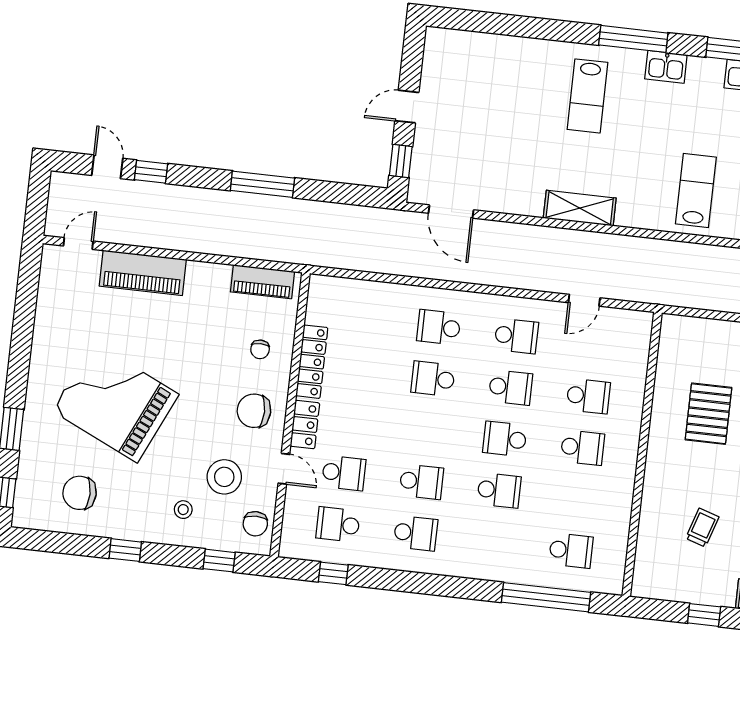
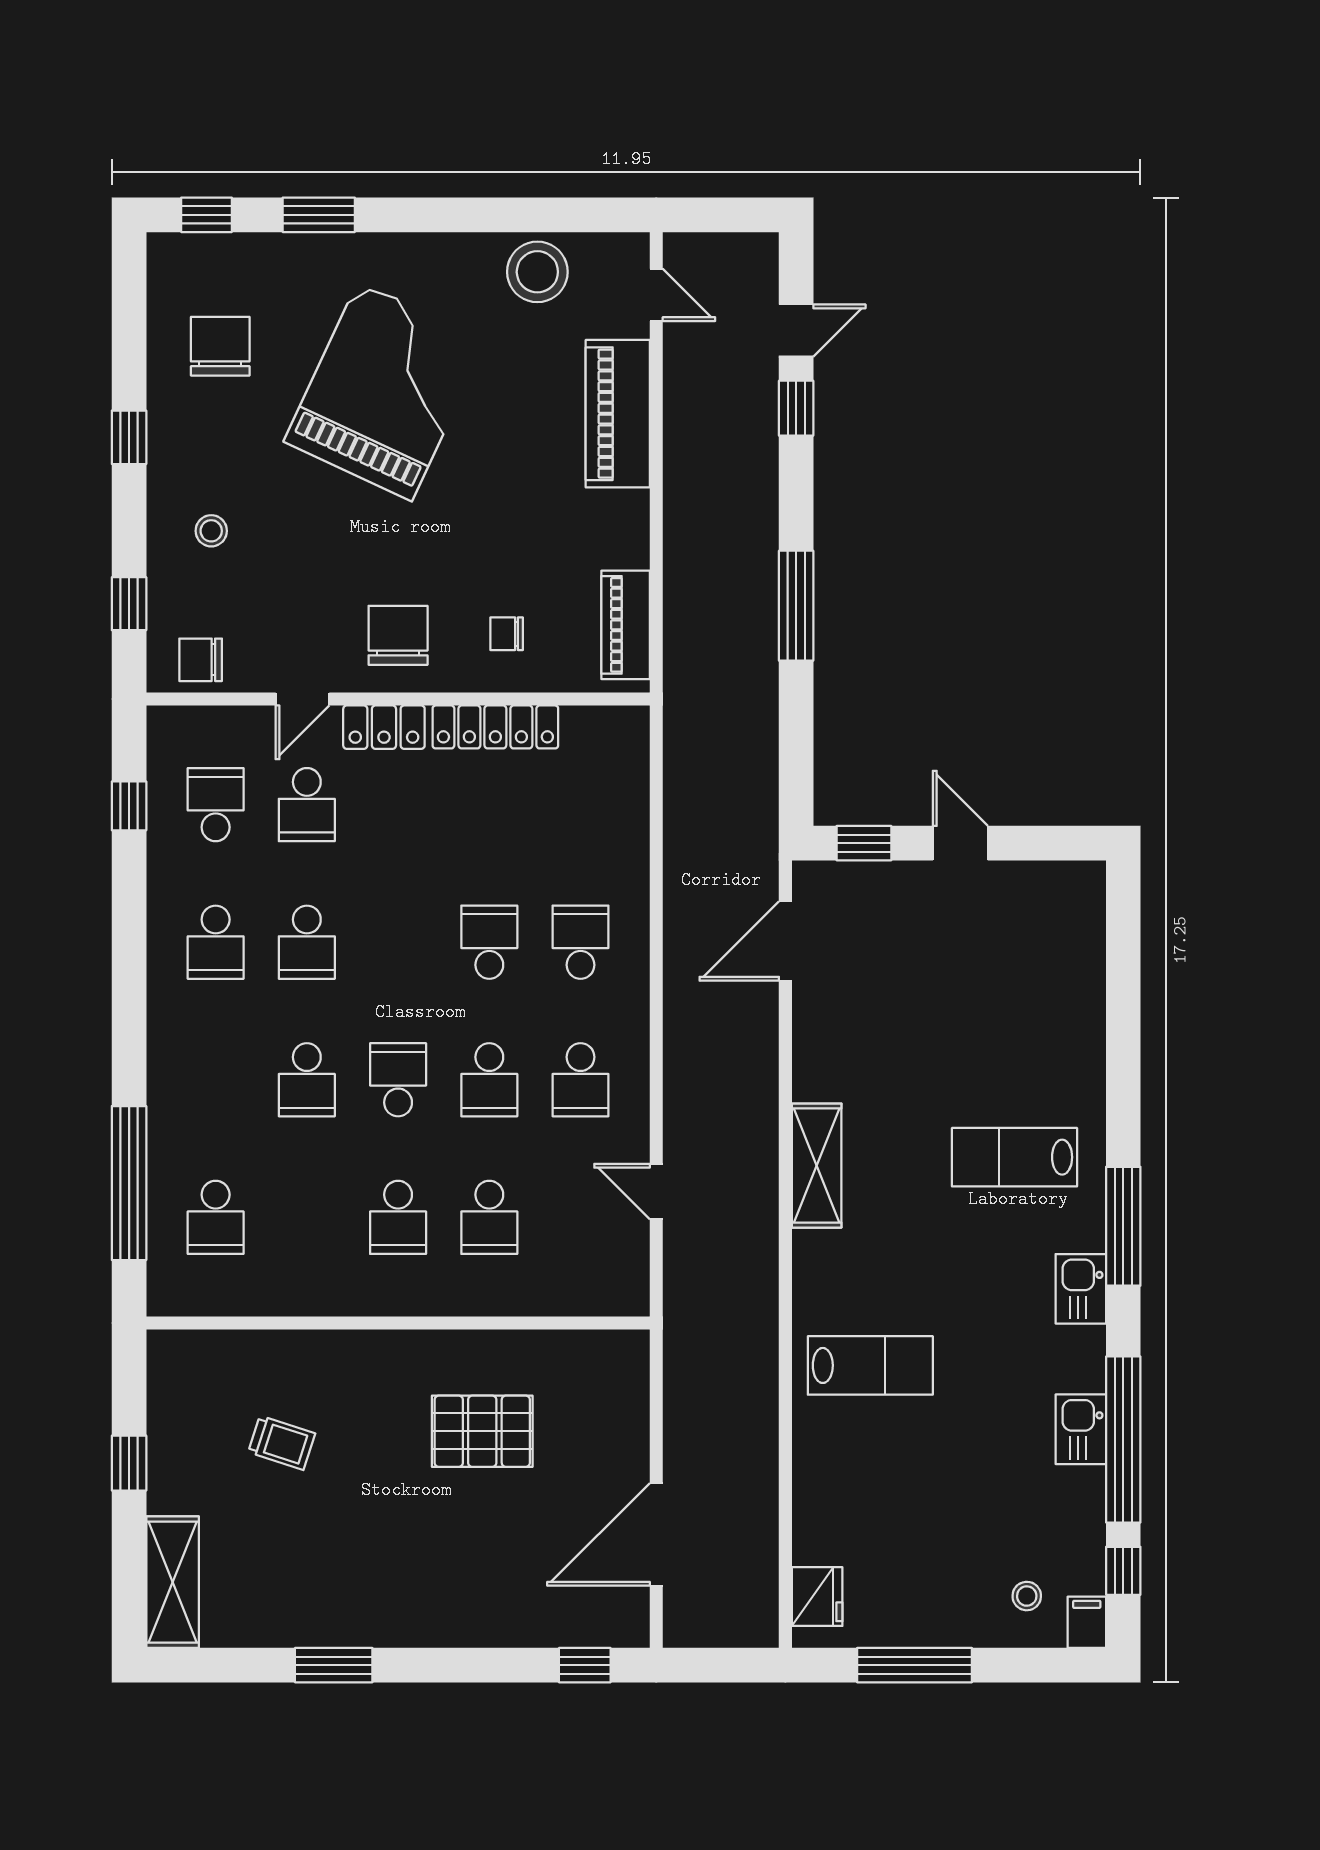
stool: (224, 477) -> (537, 272), moved

